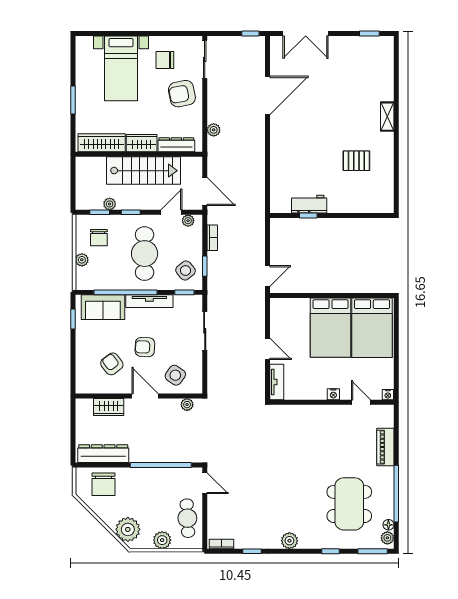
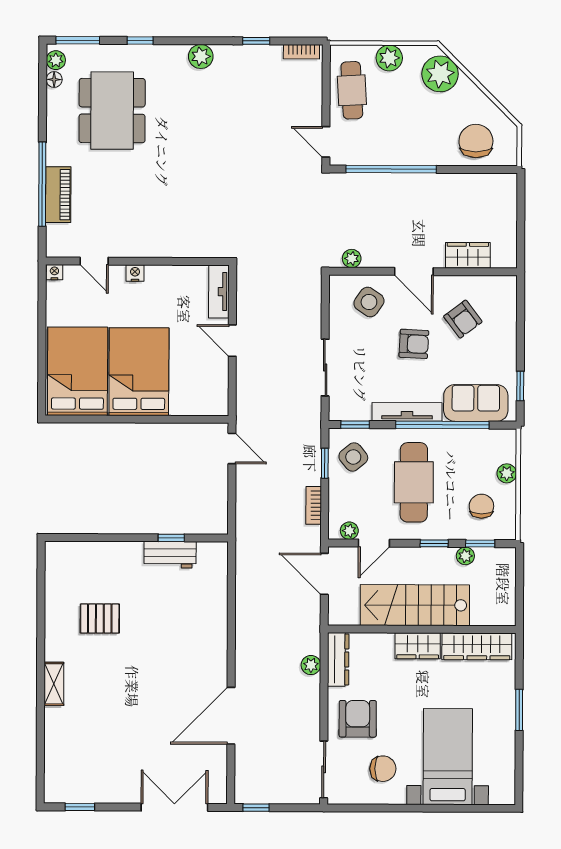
armchair: (182, 94) -> (358, 719), turned -79
dresser: (176, 145) -> (338, 659), moved, turned -90
door: (268, 276) -> (232, 448), swing flipped
dresser: (103, 454) -> (476, 186), removed
window: (396, 494) -> (42, 184), moved

